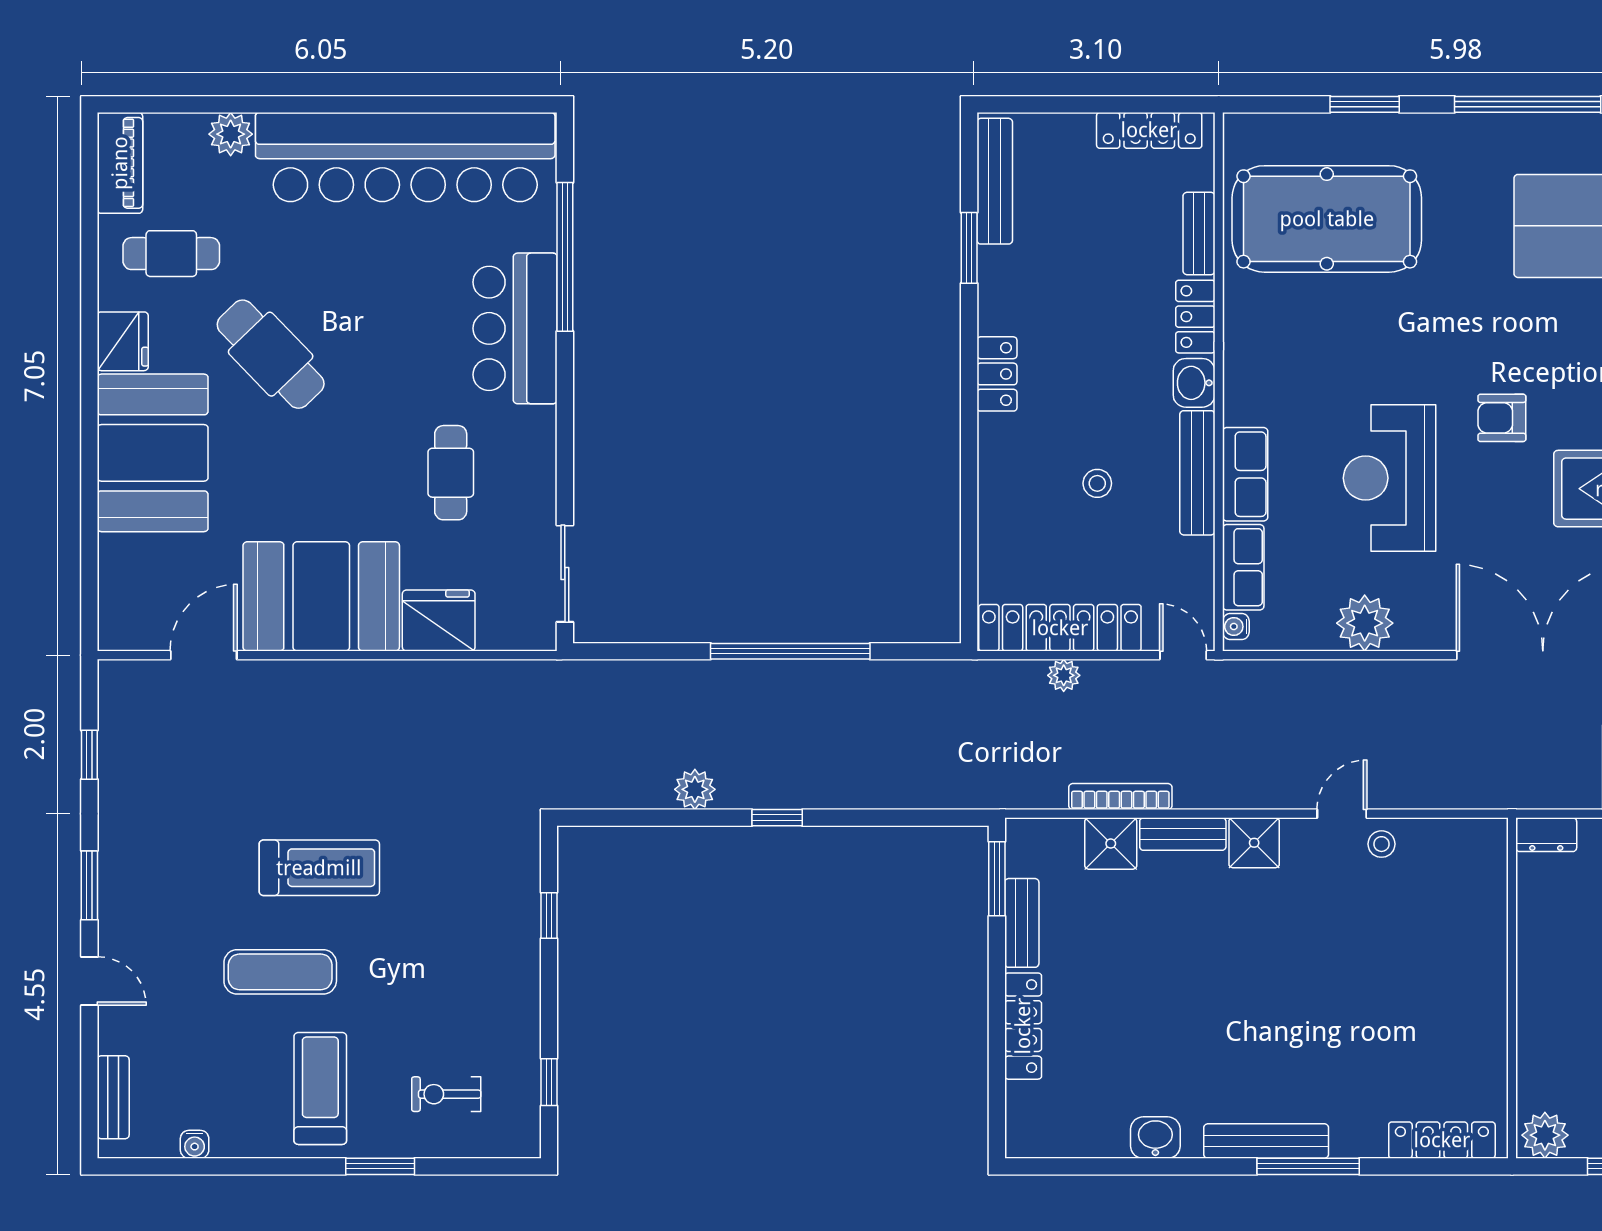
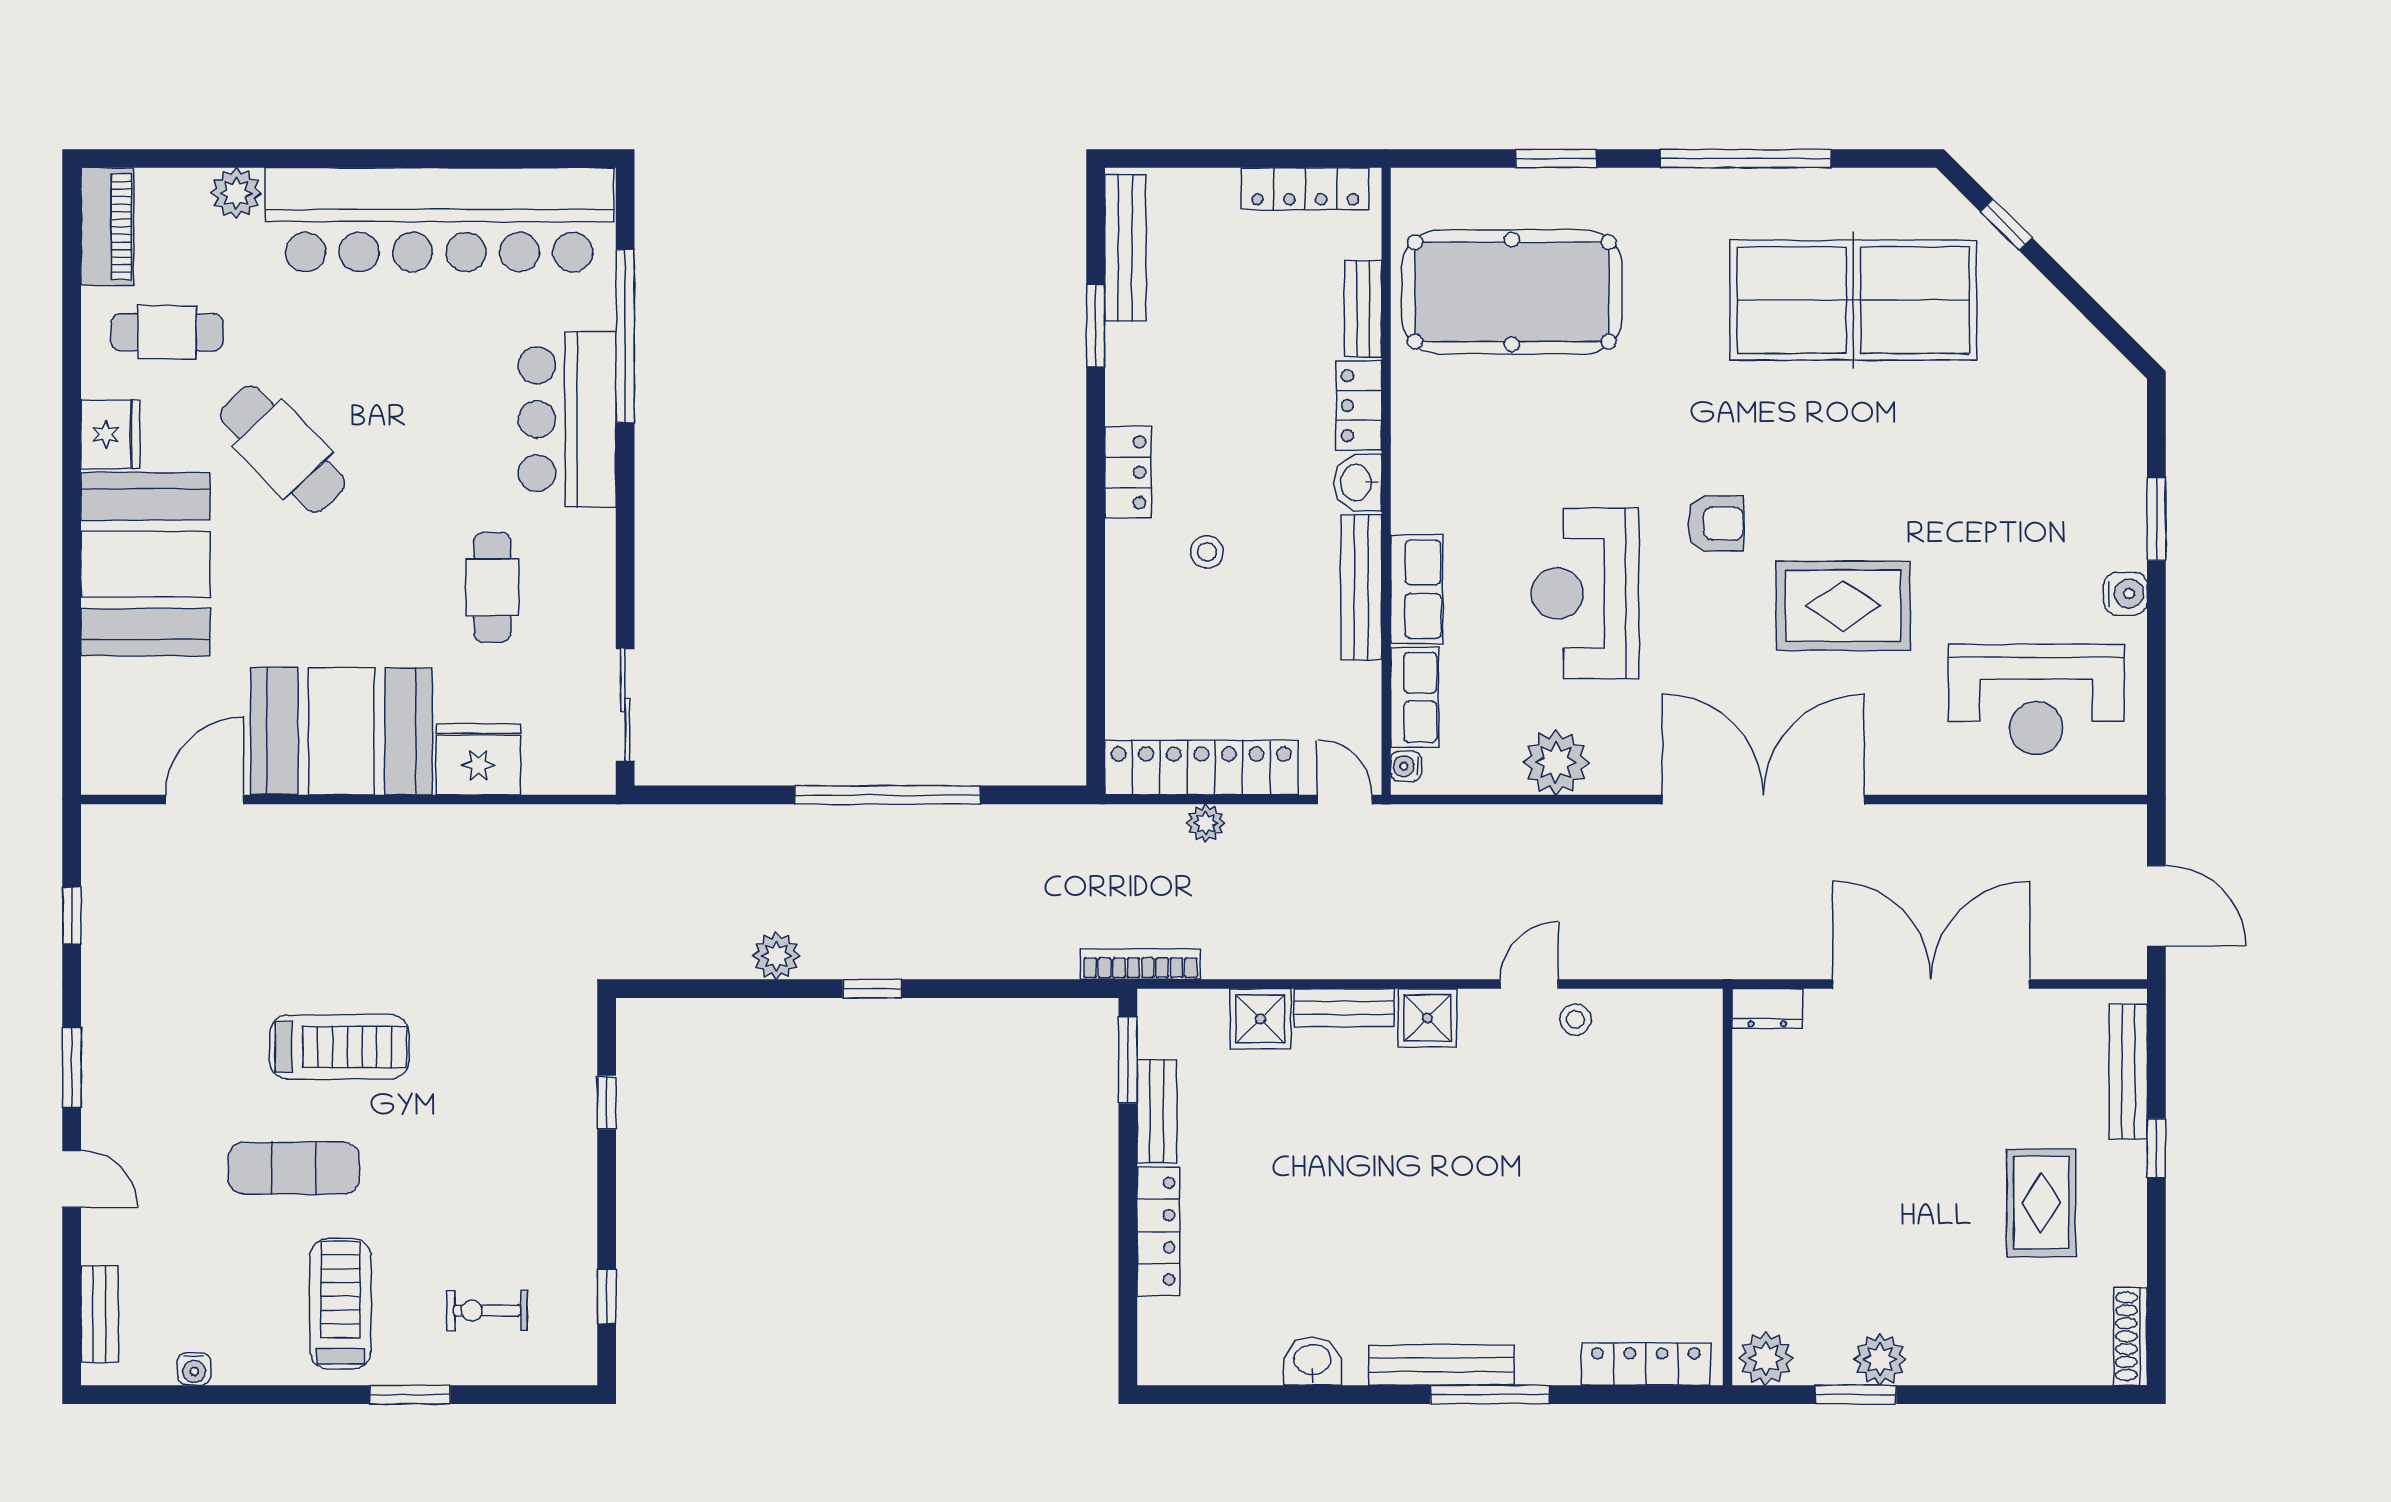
armchair: (1502, 418) -> (1716, 523), turned 180
stool: (1097, 483) -> (1207, 552), moved
bookcase: (1120, 797) -> (1141, 964), moved

